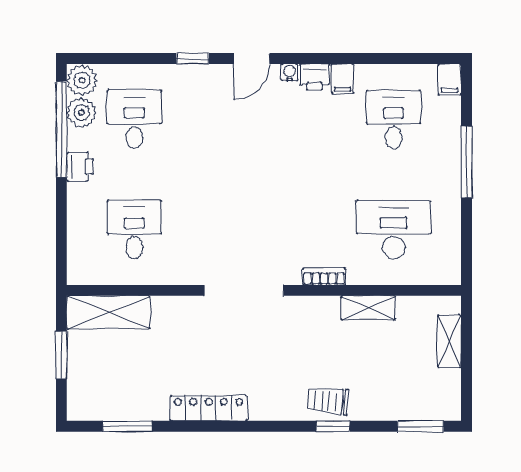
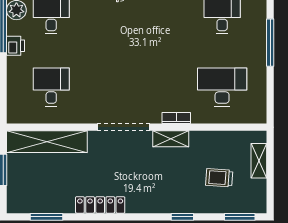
shelving: (368, 308) -> (171, 139), moved
shelving: (108, 312) -> (47, 142), width x1.47
trolley: (328, 401) -> (219, 178), moved

